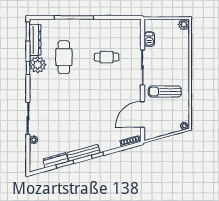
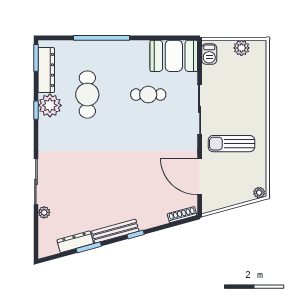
plant: (184, 24) -> (241, 48), moved
booth: (124, 30) -> (174, 56), added
barbecue: (149, 39) -> (209, 54), moved
door: (142, 115) -> (200, 177), hinge flipped

